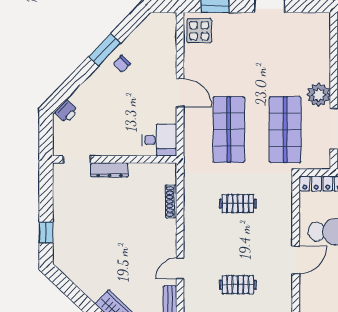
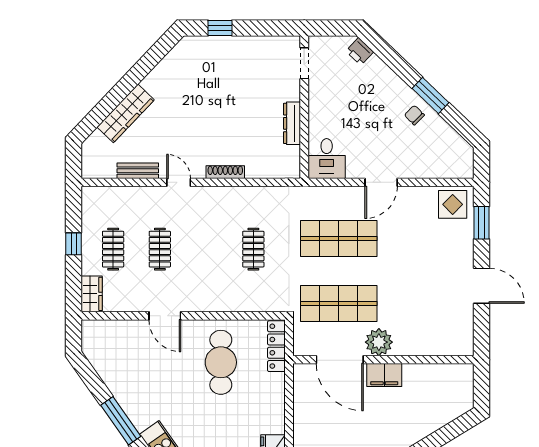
dresser: (109, 170) -> (292, 123), moved
shoe rack: (171, 202) -> (225, 172), moved
door: (296, 260) -> (165, 316), moved

